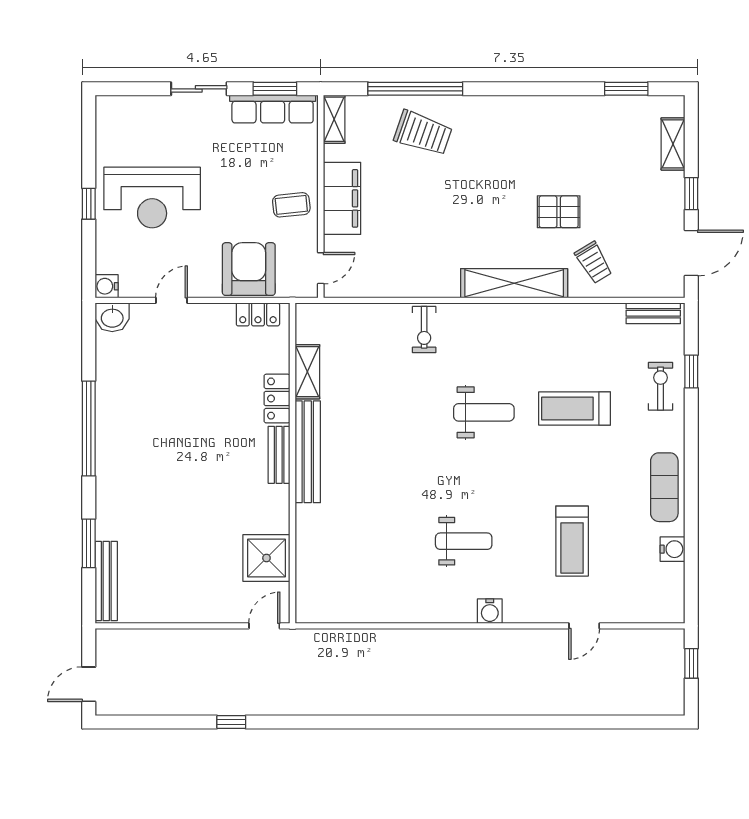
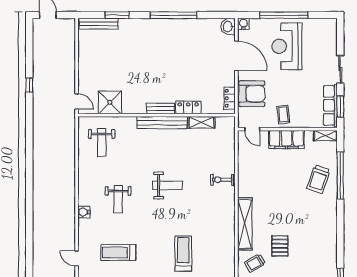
window: (89, 204) -> (284, 15), width x3.17
door: (172, 300) -> (236, 56), width x1.87
weight bench: (484, 412) -> (168, 186), moved, turned -90
weight bench: (348, 575) -> (102, 142), added

